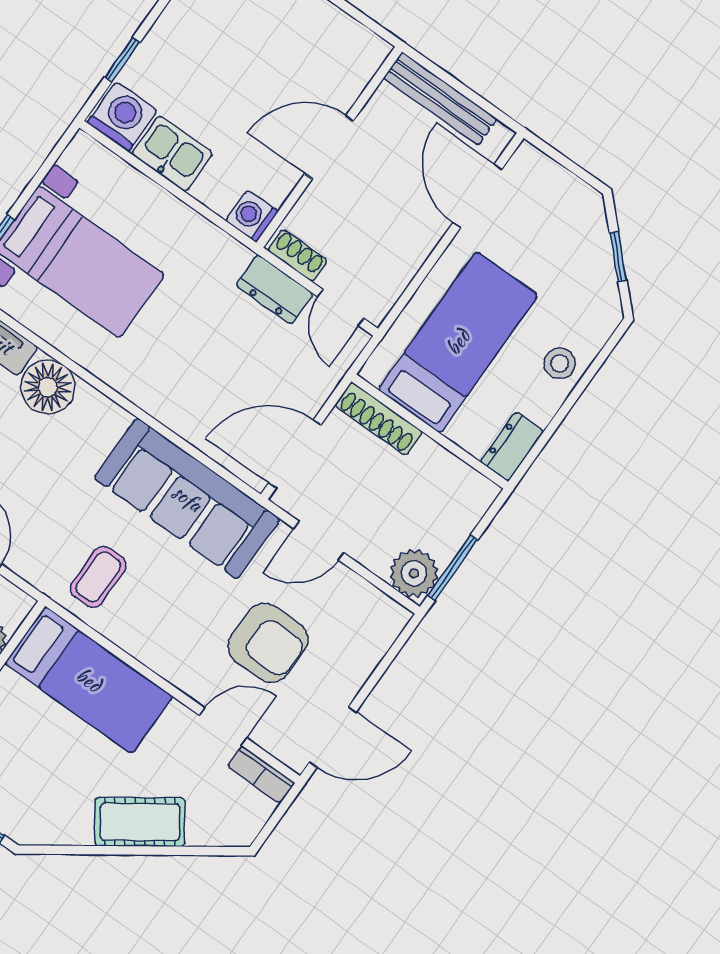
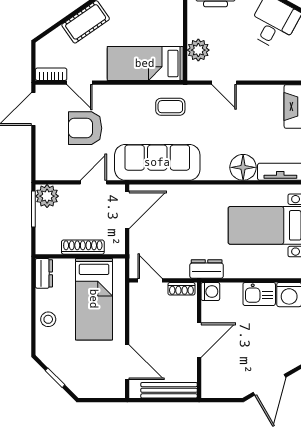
dresser: (275, 289) -> (207, 269), moved
shoe rack: (379, 419) -> (83, 247), moved
coffee table: (98, 577) -> (170, 107), turned 90
door: (223, 727) -> (80, 83), hinge flipped

